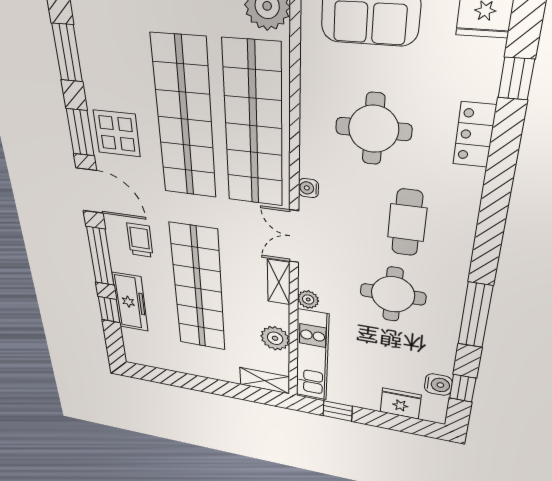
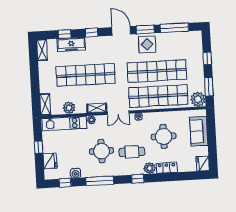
window: (67, 53) -> (174, 28), width x1.44
window: (516, 79) -> (138, 179), moved
plant: (465, 184) -> (150, 168), added
door: (90, 191) -> (121, 31), swing flipped
double door: (294, 237) -> (118, 113), swing flipped
trolley: (140, 240) -> (103, 51), removed
window: (100, 256) -> (91, 33), width x0.46
shelving: (146, 358) -> (42, 50), added
water cooler: (438, 385) -> (76, 173), moved
window: (338, 411) -> (39, 147), moved

